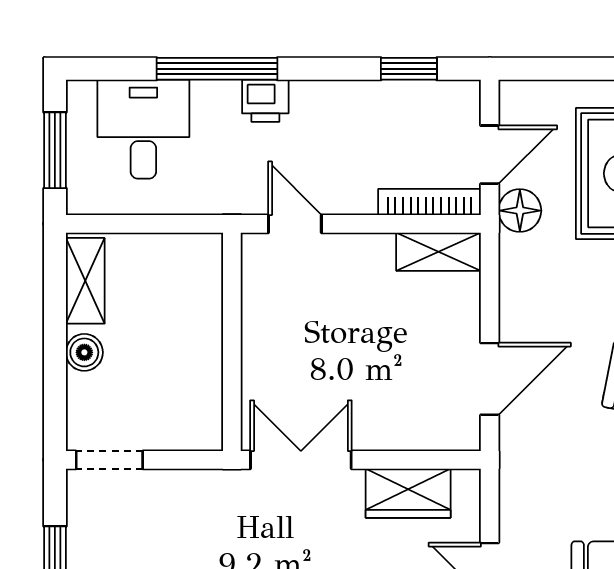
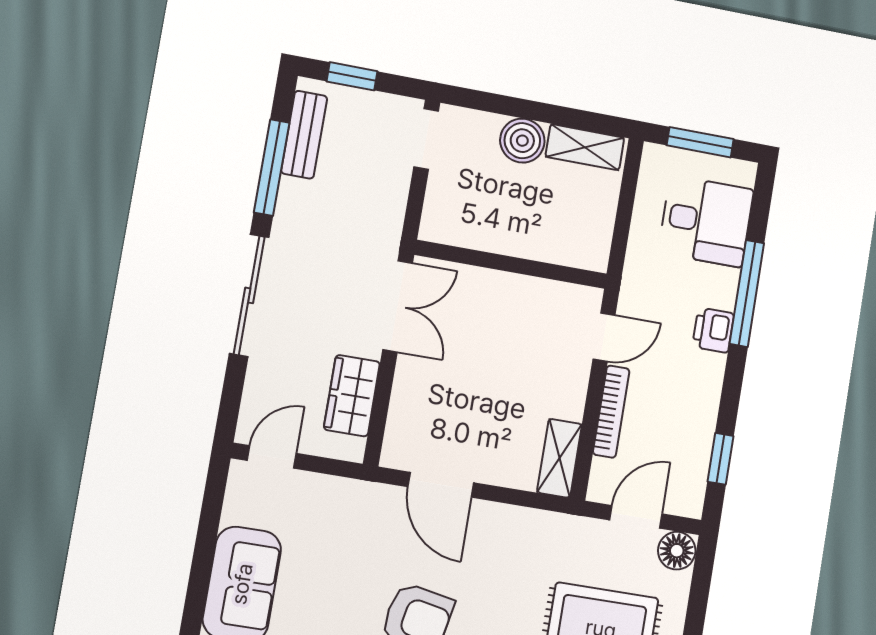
door: (490, 155) -> (636, 517), swing flipped
bookcase: (430, 202) -> (611, 412), moved
floor lamp: (520, 211) -> (677, 551), moved
boiler: (84, 352) -> (522, 141), width x1.36, depth x1.36

